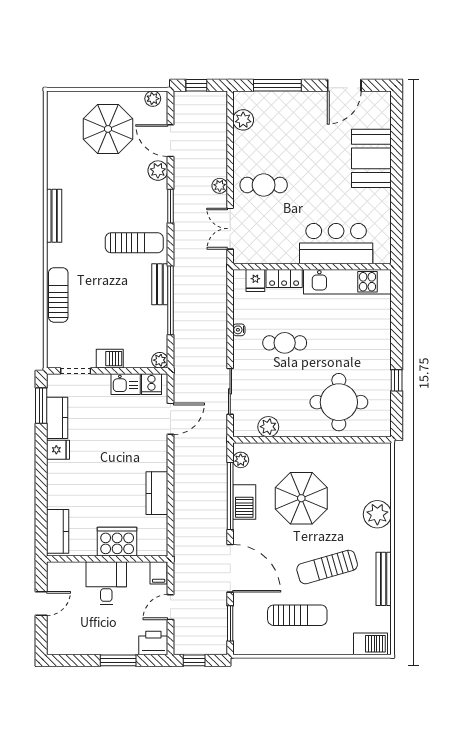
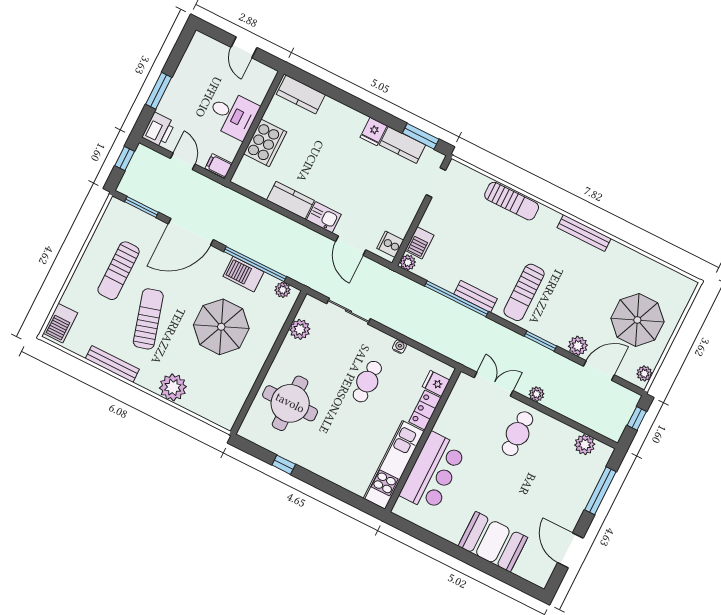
barbecue: (110, 359) -> (419, 243), moved
kitchen sink: (126, 384) -> (324, 217), moved, turned 90

